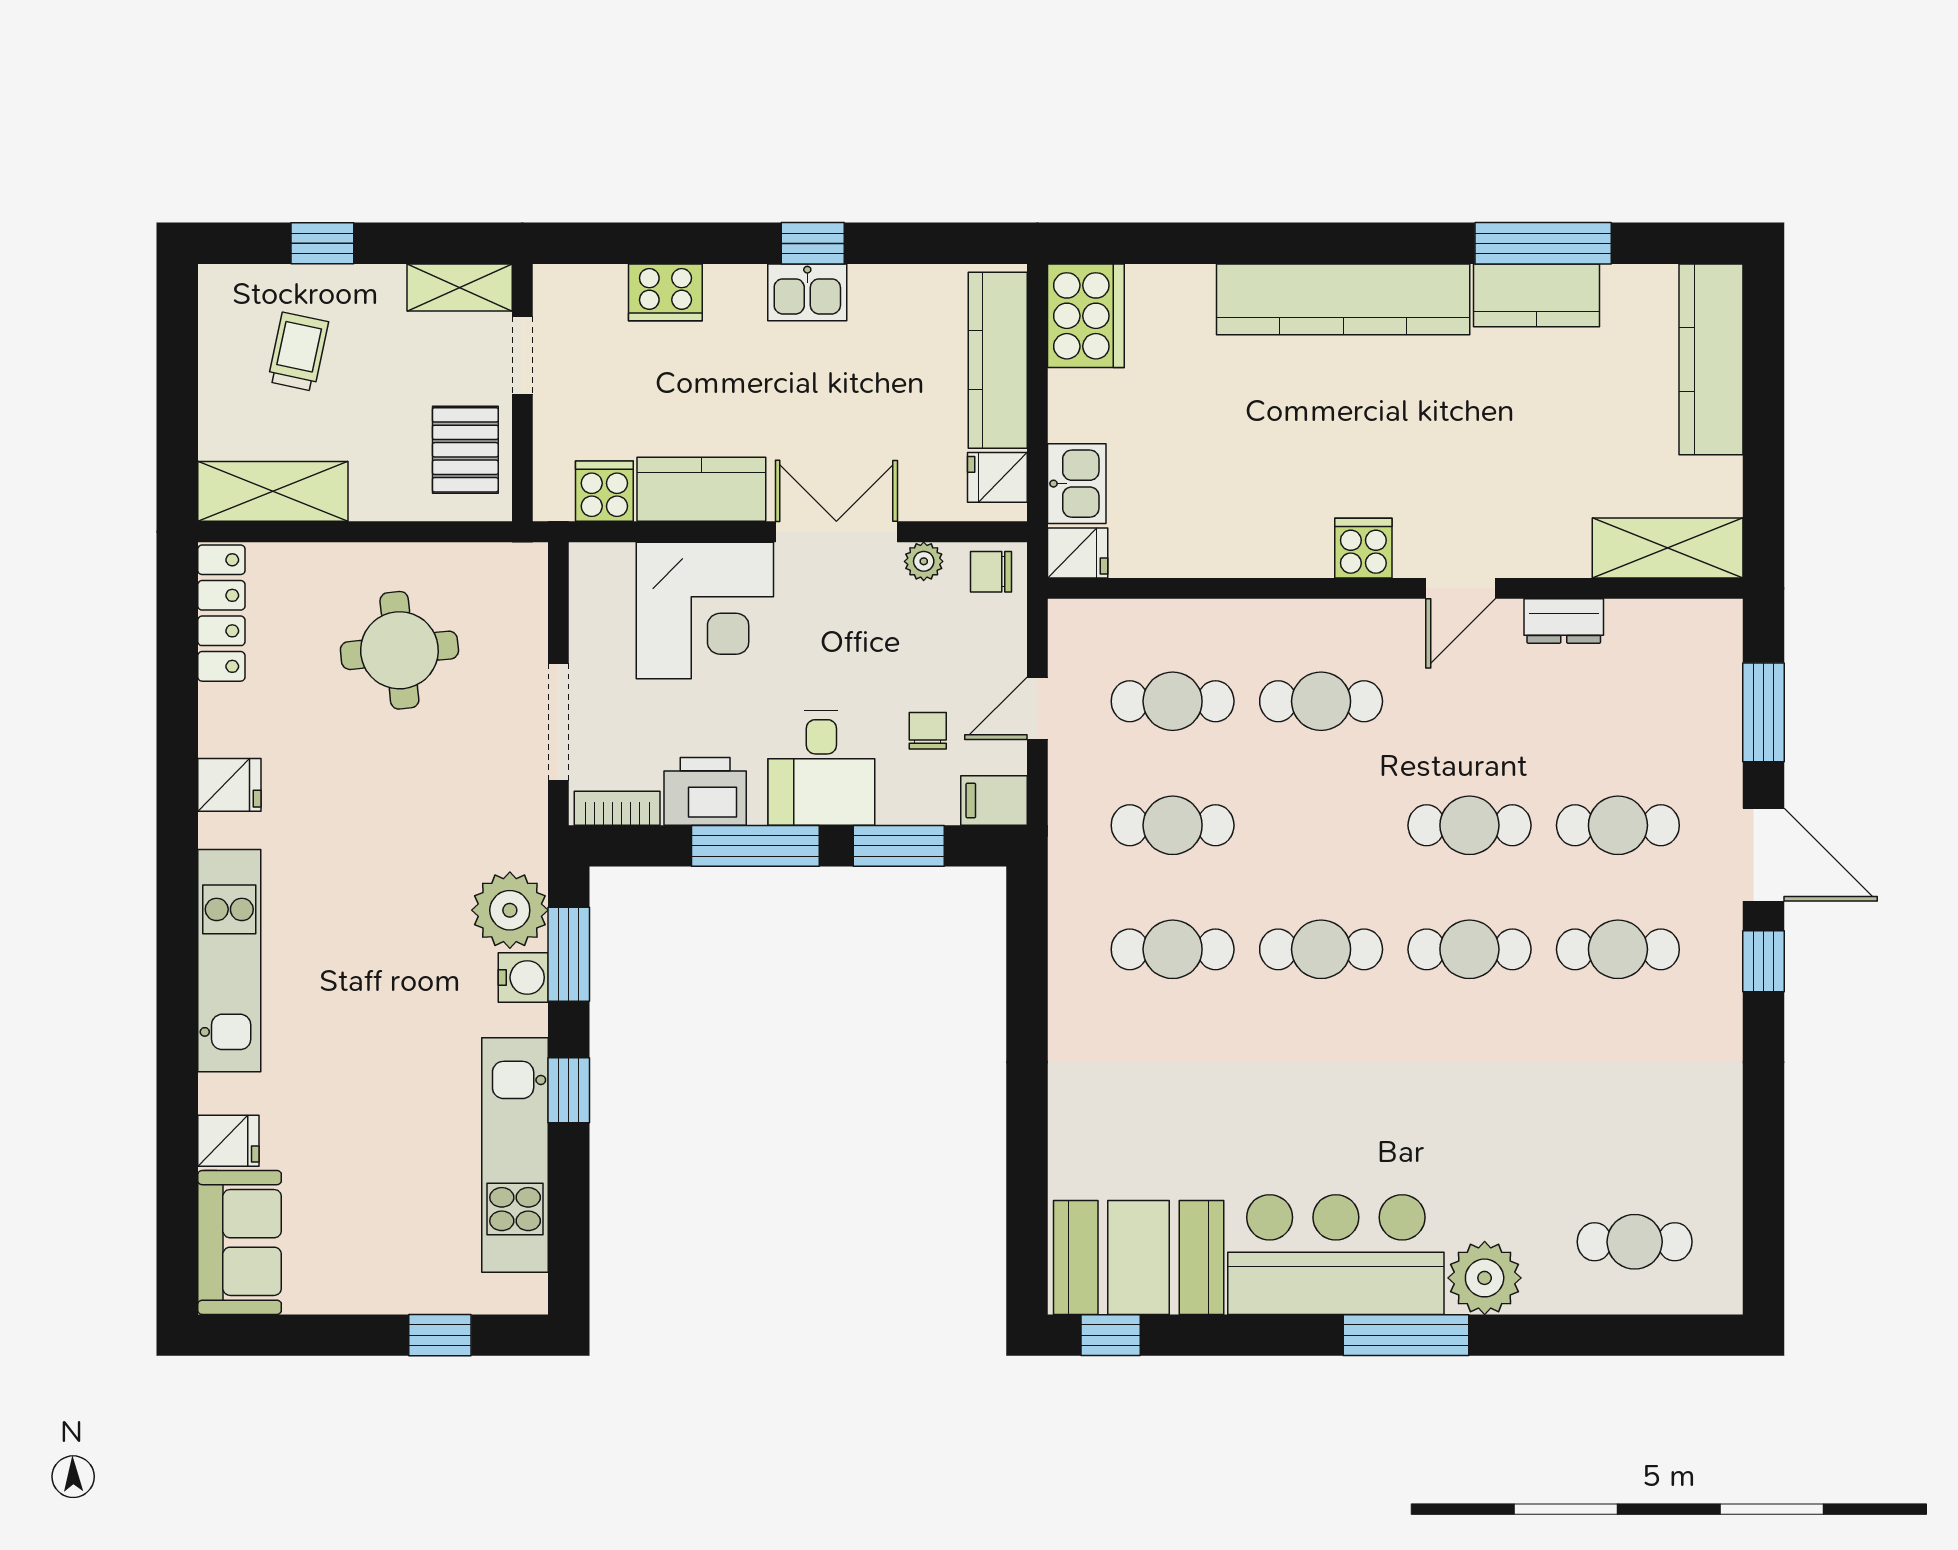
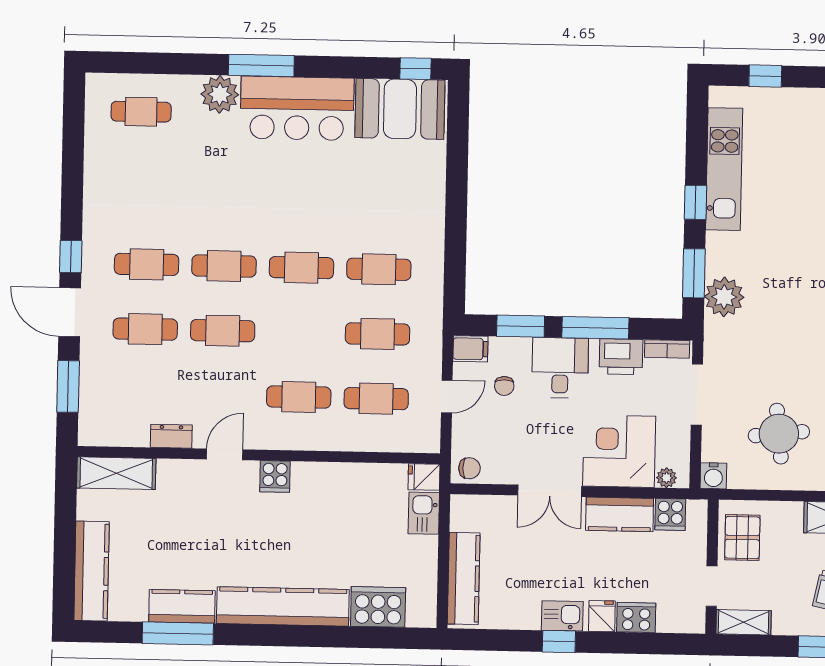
cooker: (1086, 316) -> (378, 607), moved, turned 90
fridge: (997, 477) -> (602, 616), moved, turned -90
plant: (924, 561) -> (667, 478), moved
water cooler: (523, 977) -> (713, 476), moved, turned -90

